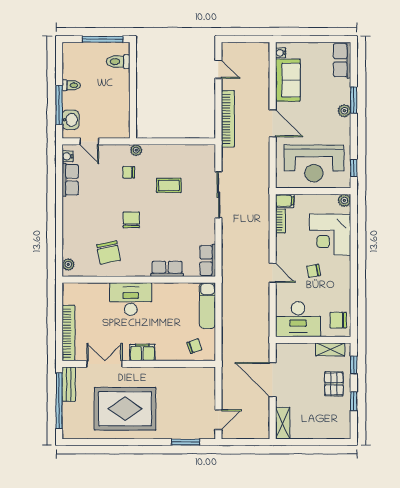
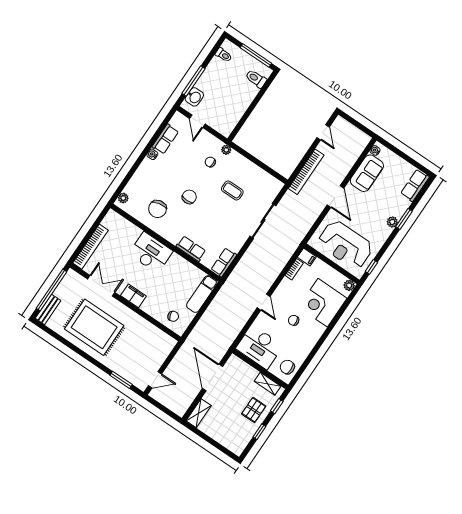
toilet: (71, 85) -> (224, 55), moved
water cooler: (68, 156) -> (152, 154), moved
bench: (69, 384) -> (48, 309), moved

